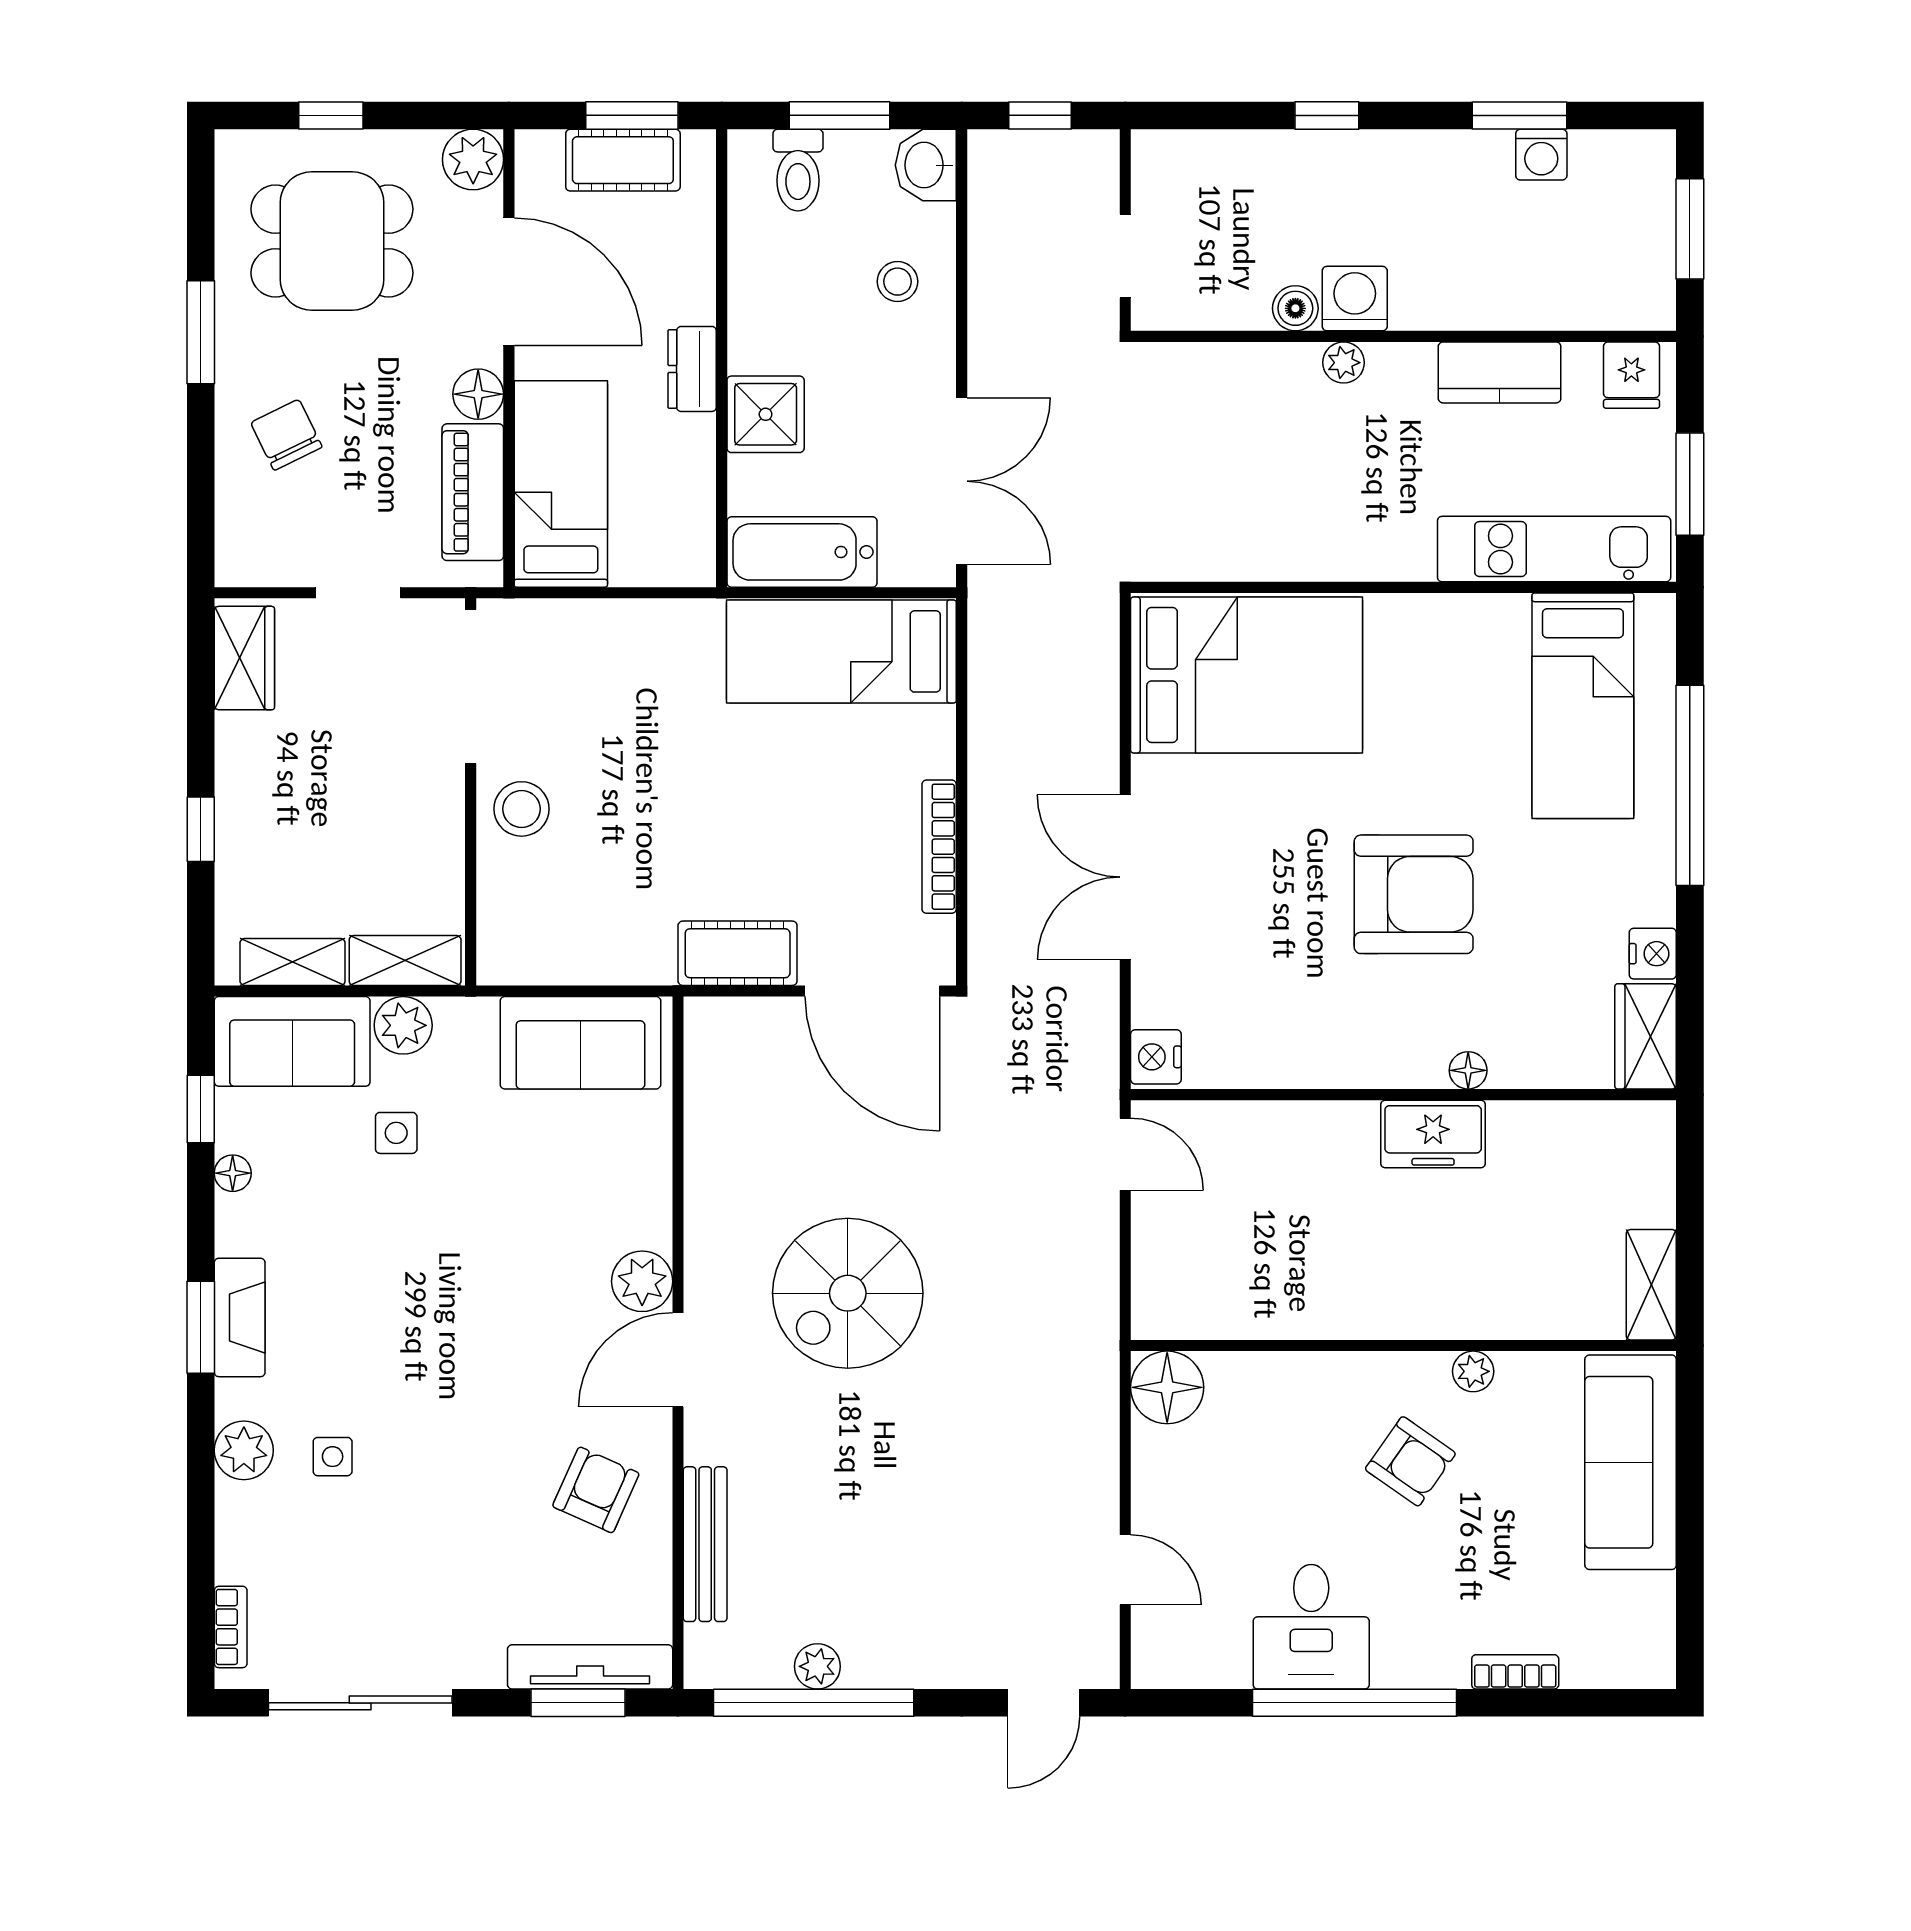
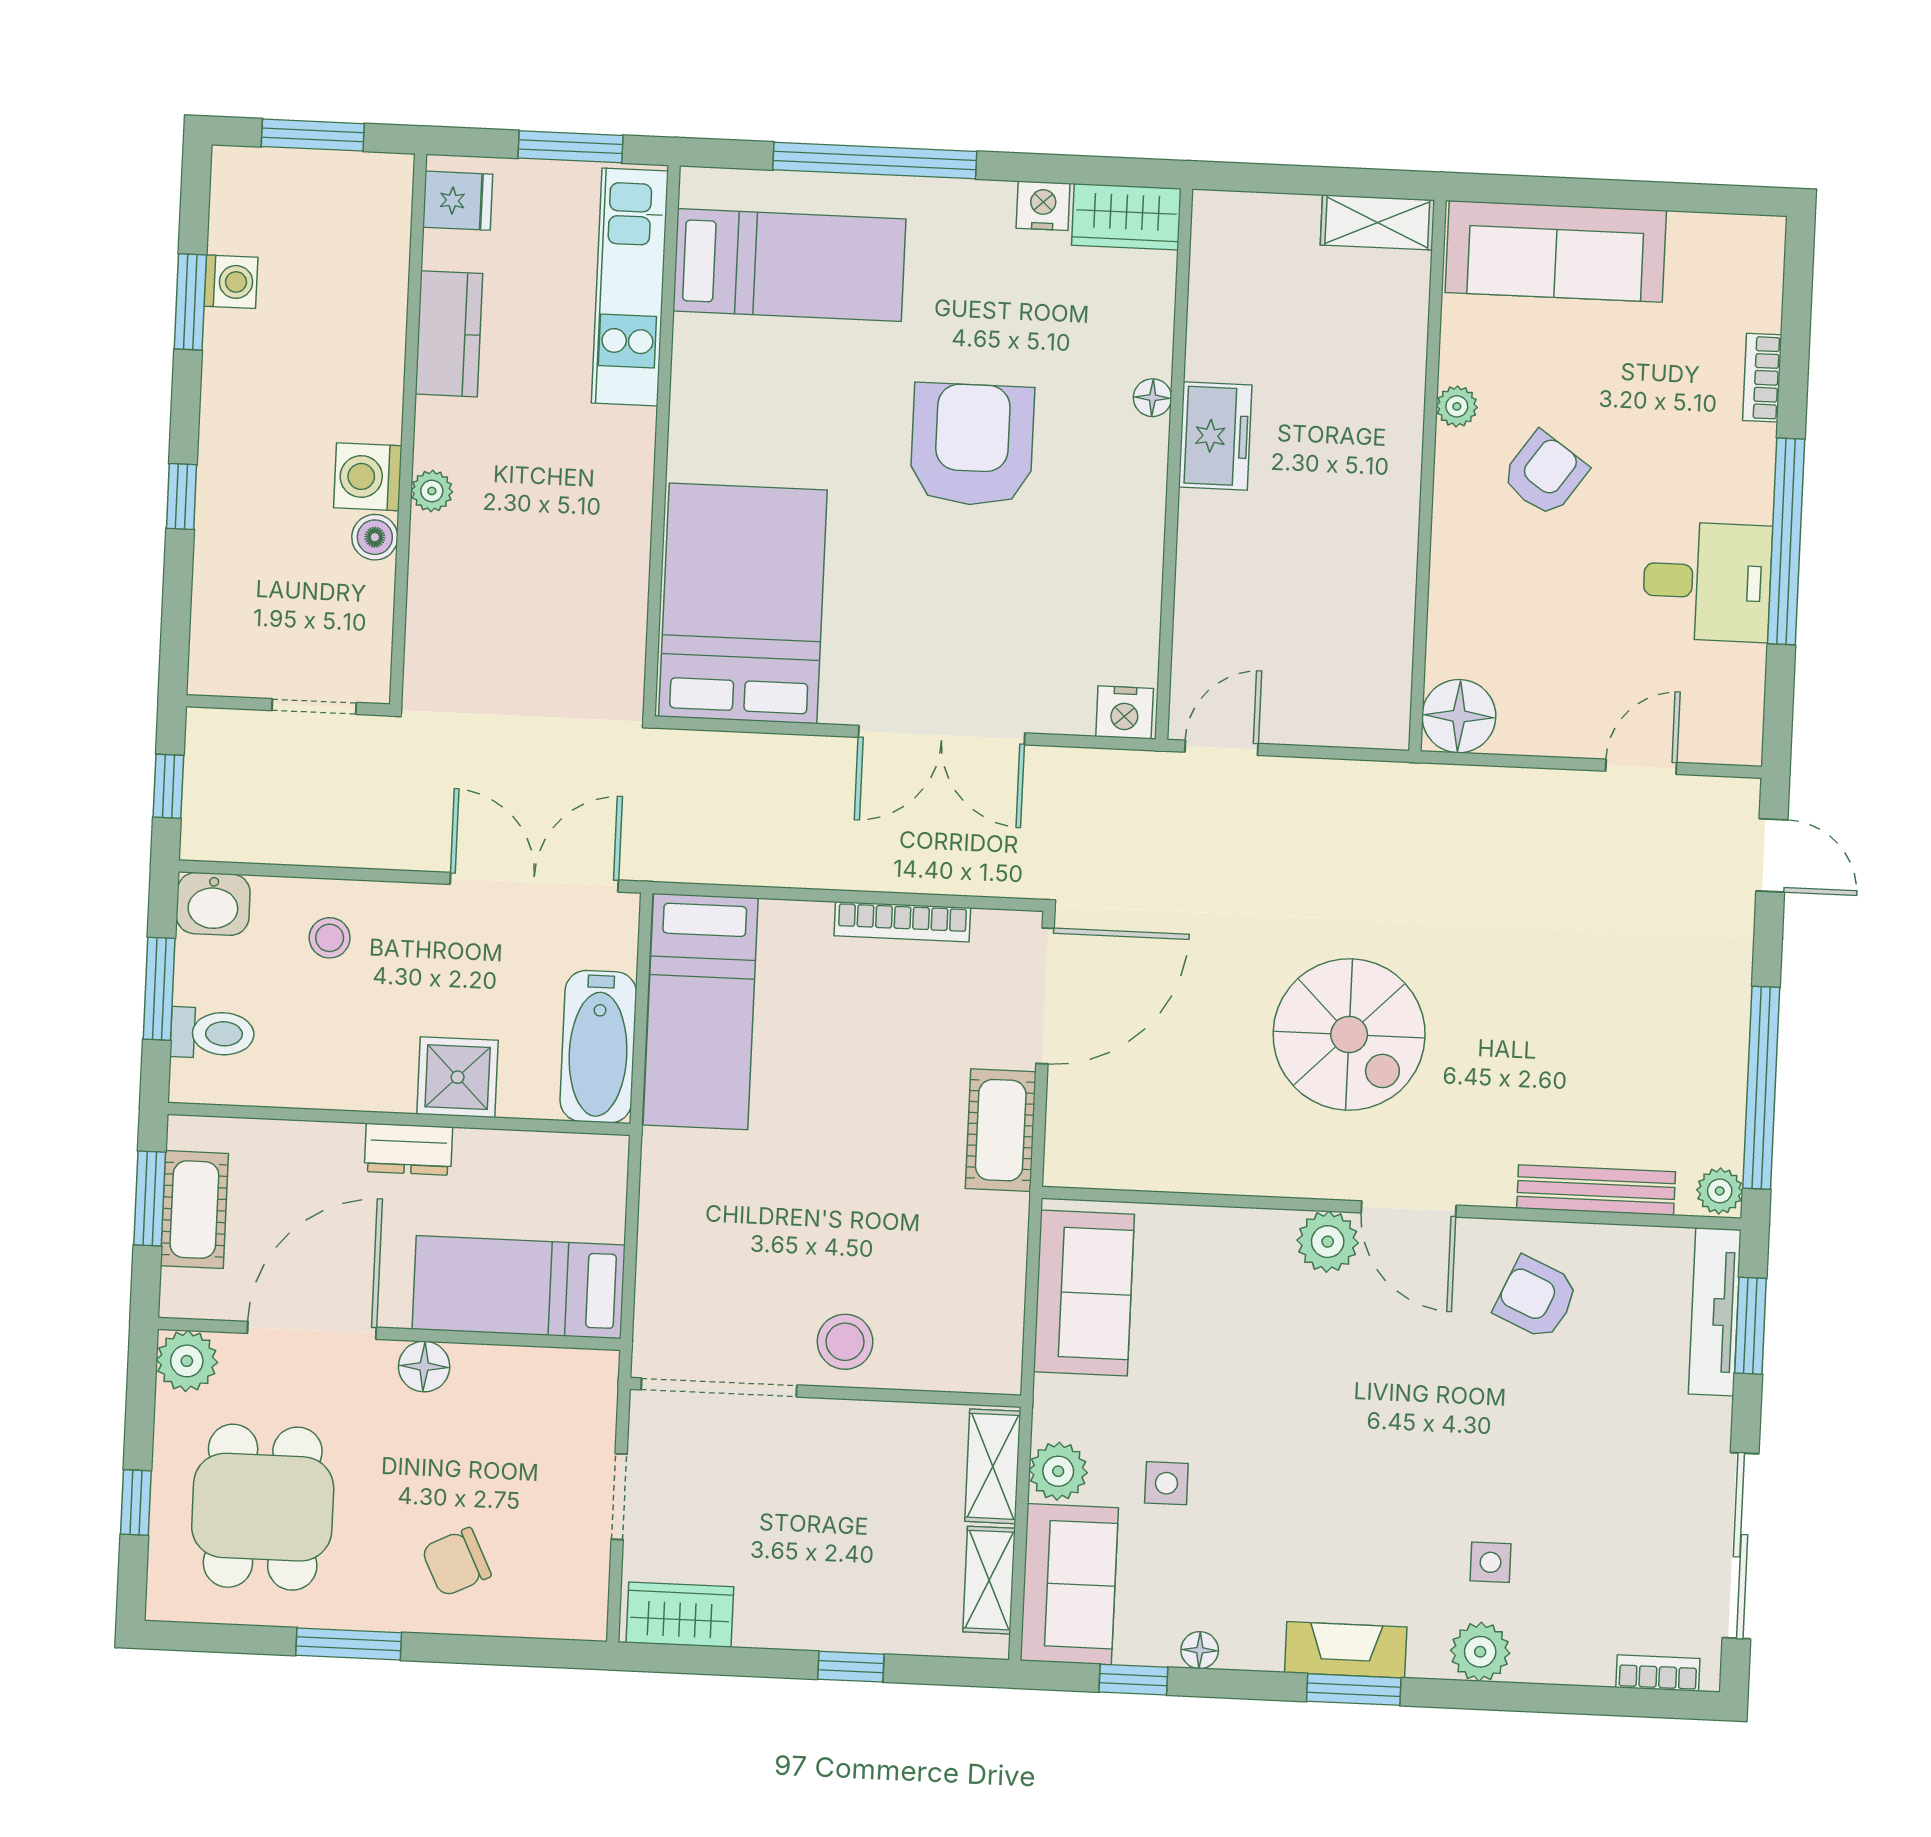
piano: (473, 492) -> (523, 1376), removed
plant: (817, 1666) -> (1720, 1191), moved

